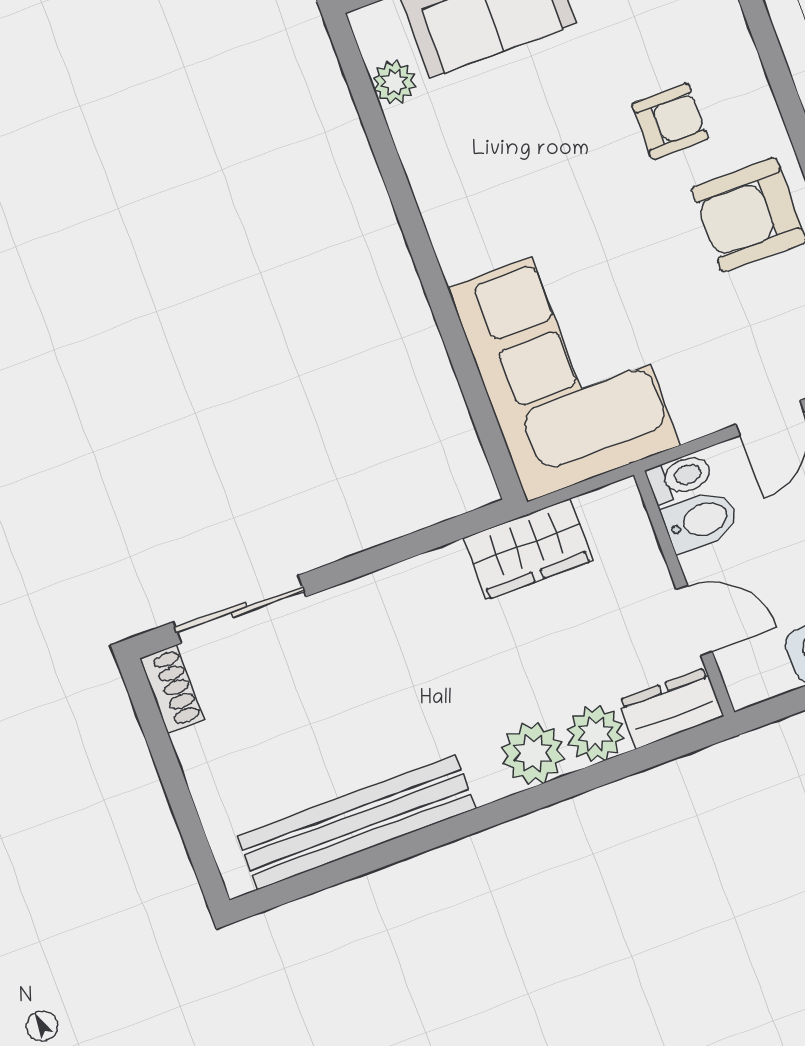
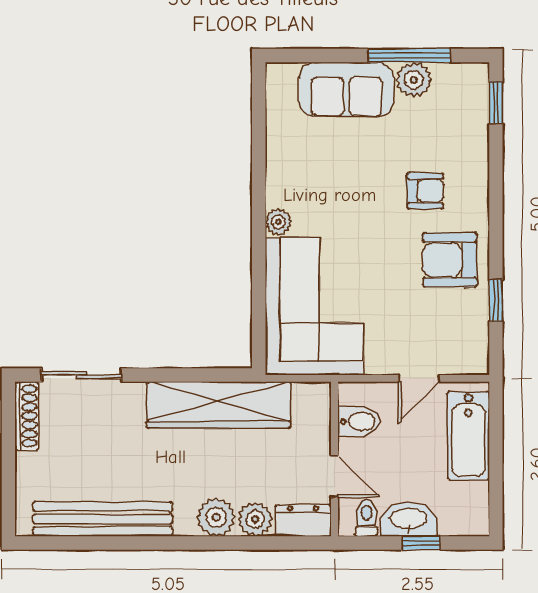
plant: (394, 82) -> (278, 222), moved
toilet: (680, 478) -> (366, 518), moved, turned -90
wardrobe: (528, 549) -> (218, 405), width x2.10, depth x1.17
shoe rack: (172, 689) -> (27, 416), width x1.43

